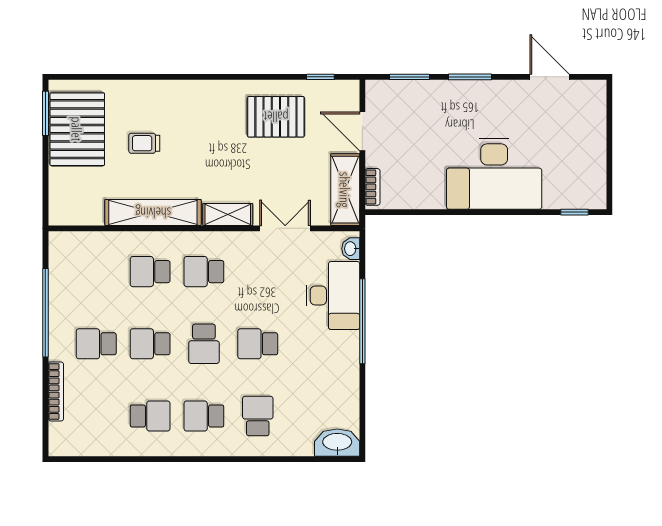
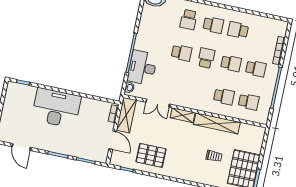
school desk: (204, 272) -> (249, 102), moved

